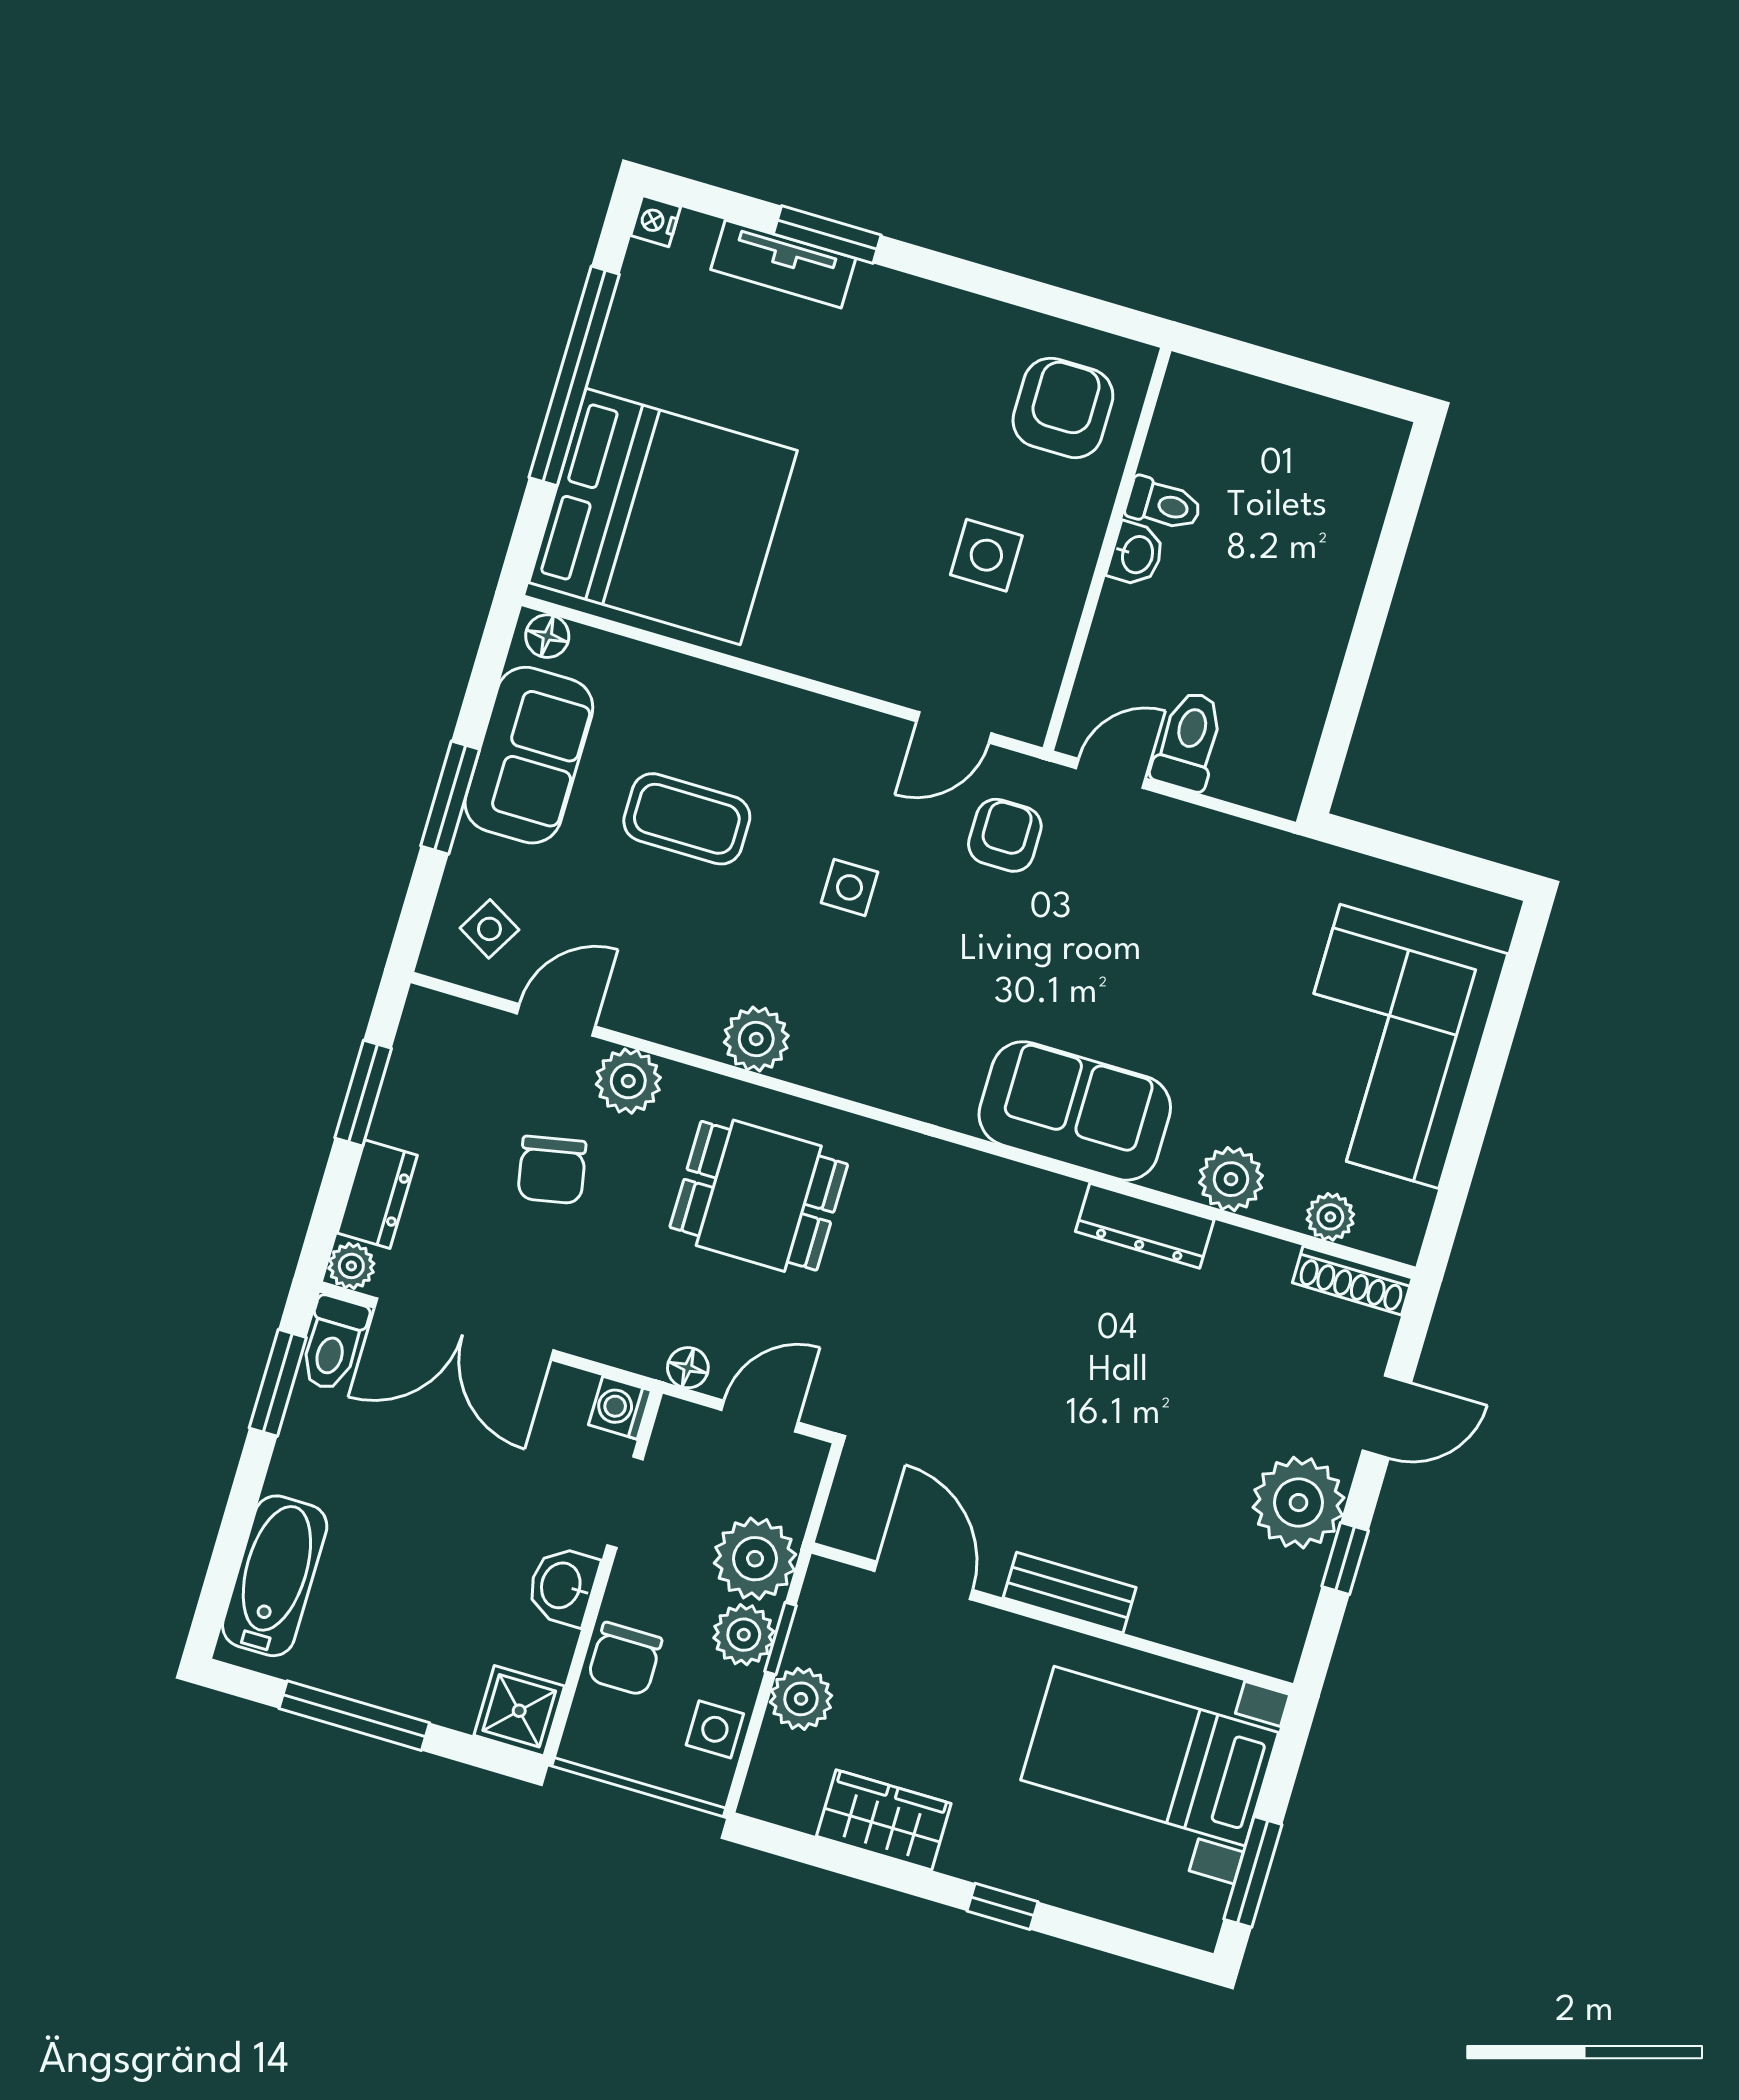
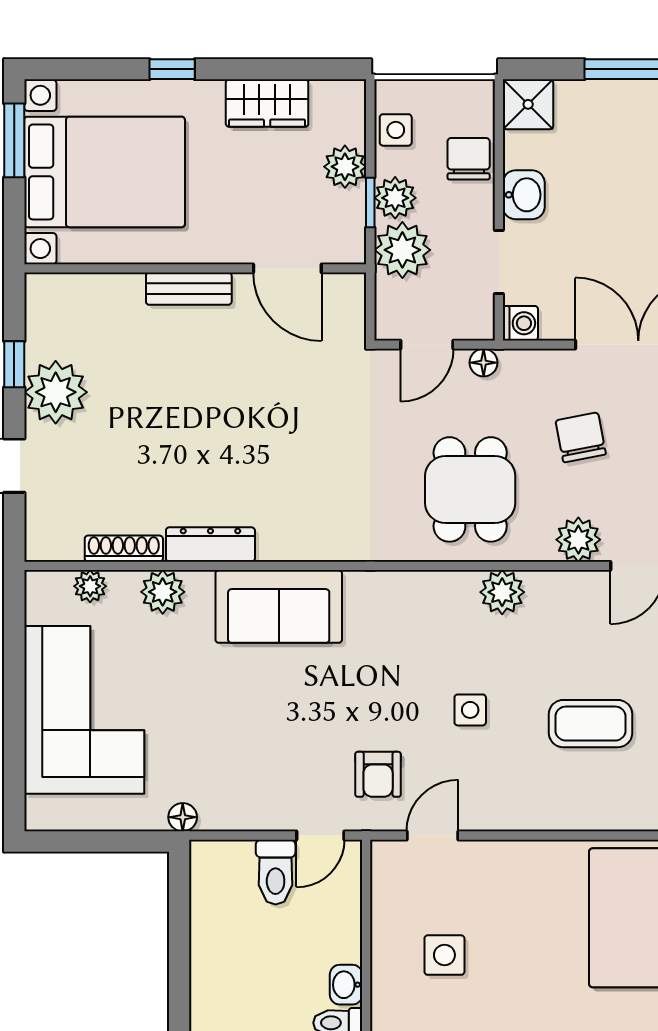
floor lamp: (1296, 856) -> (183, 817), added
chair: (552, 1170) -> (581, 437), moved
dining table: (759, 1196) -> (470, 489), turned 90
shoe rack: (1352, 1280) -> (124, 549), moved
bed with nightstands: (1150, 1756) -> (105, 172), width x1.36

